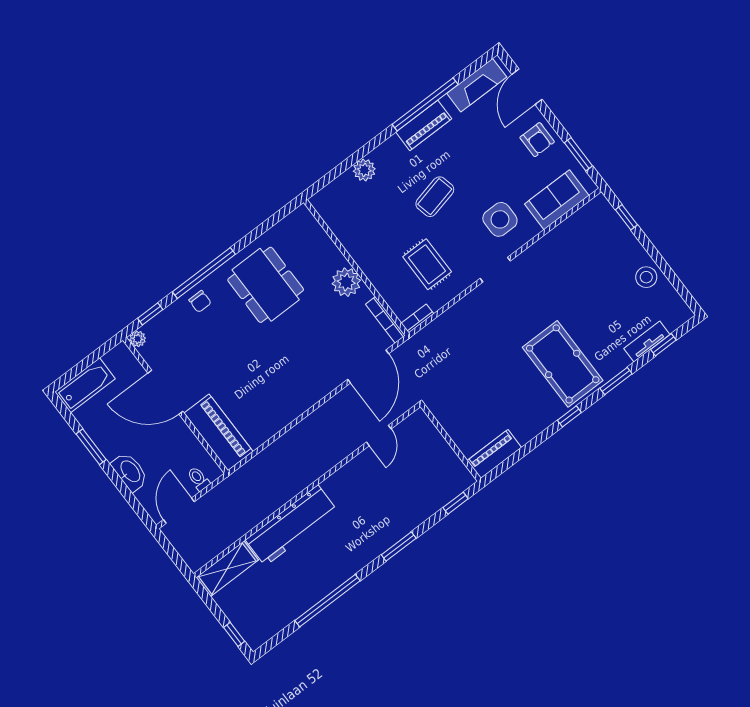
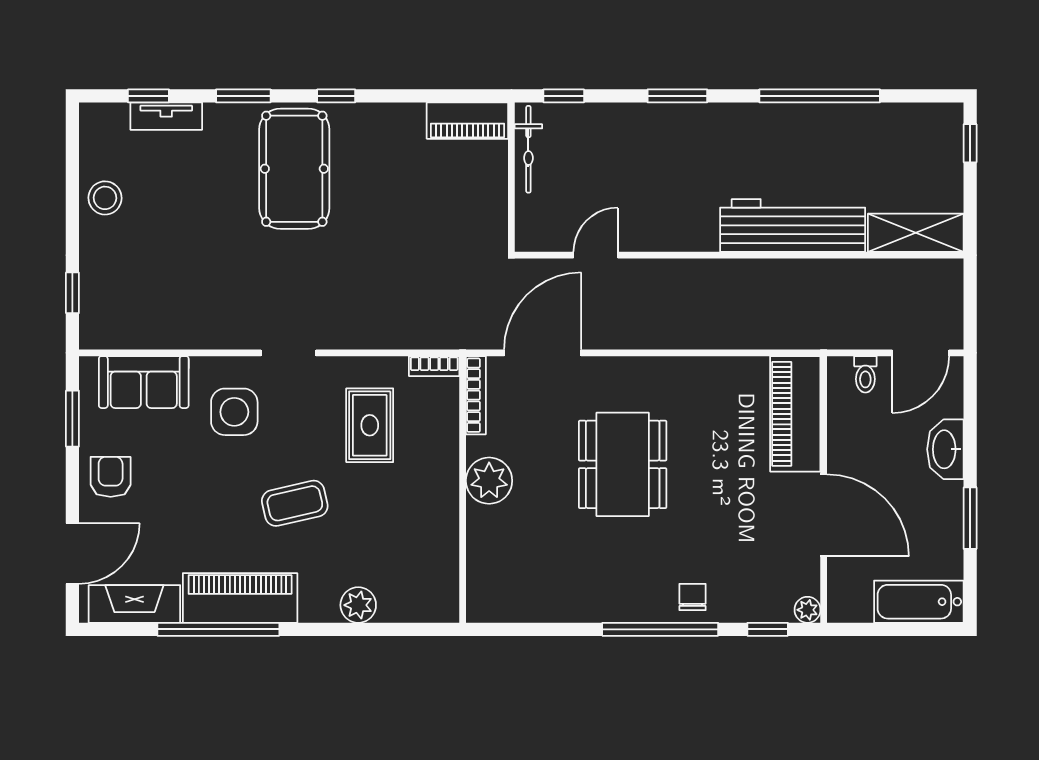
piano: (424, 125) -> (240, 598), width x1.37, depth x1.33
dining table: (266, 285) -> (623, 464), moved
bicycle: (453, 463) -> (528, 149), added

